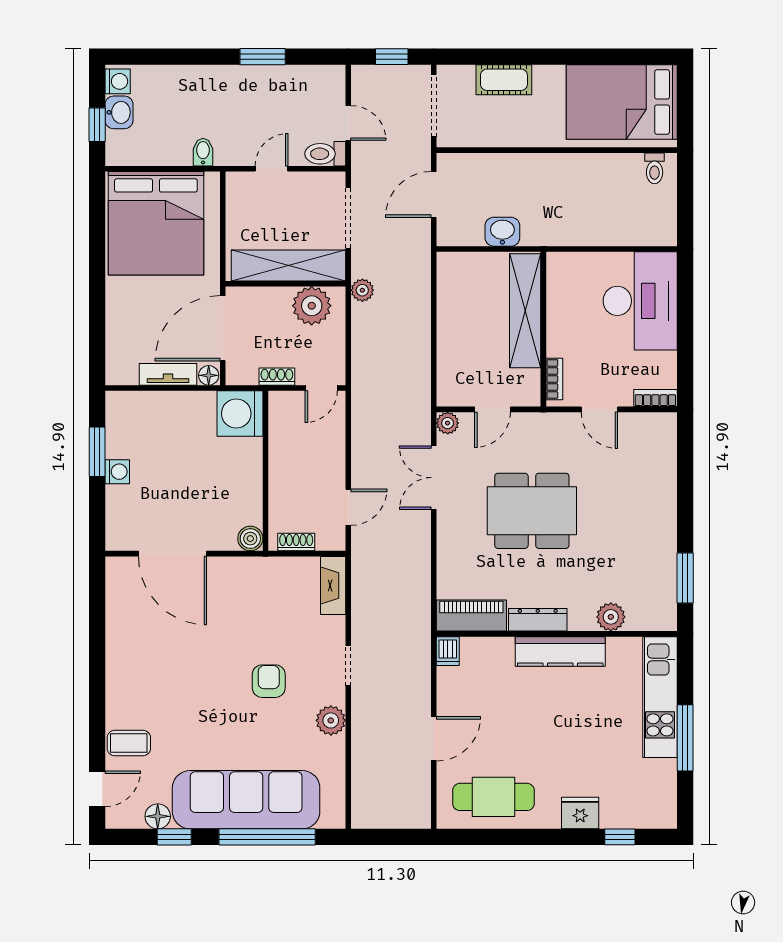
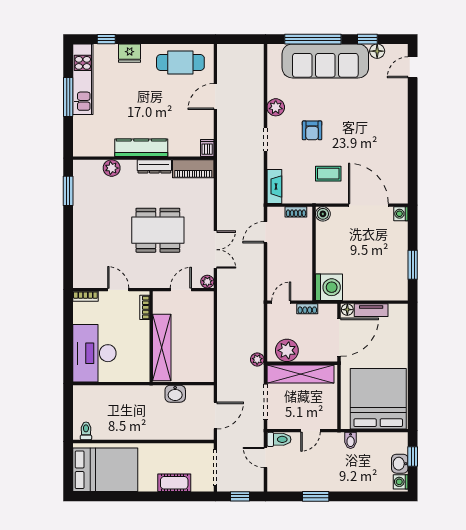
washing machine: (117, 472) -> (401, 214), moved
kitchen unit: (660, 697) -> (83, 79), moved
coffee table: (129, 743) -> (328, 174), moved

